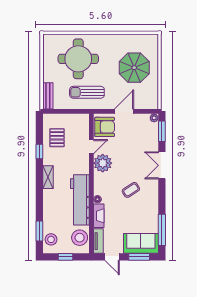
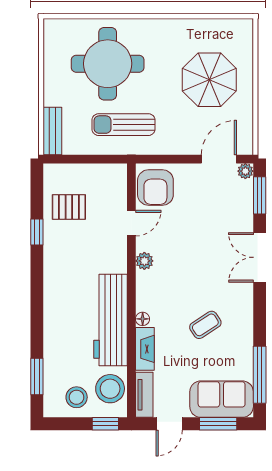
door: (124, 111) -> (219, 159), moved
armchair: (105, 127) -> (155, 187), turned 90
pallet: (57, 138) -> (69, 207), turned 90
plant: (103, 163) -> (144, 261), width x0.53, depth x0.53
shelving: (48, 177) -> (53, 279), removed
coffee table: (131, 190) -> (205, 325), moved
stool: (51, 239) -> (77, 397), moved
window: (66, 257) -> (105, 424), moved
door: (112, 257) -> (169, 424), hinge flipped

